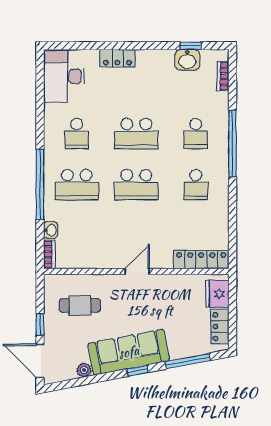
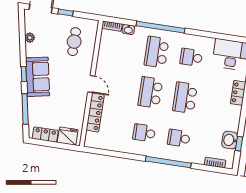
locker: (201, 260) -> (95, 112), moved
sofa: (129, 352) -> (38, 77), width x0.73

